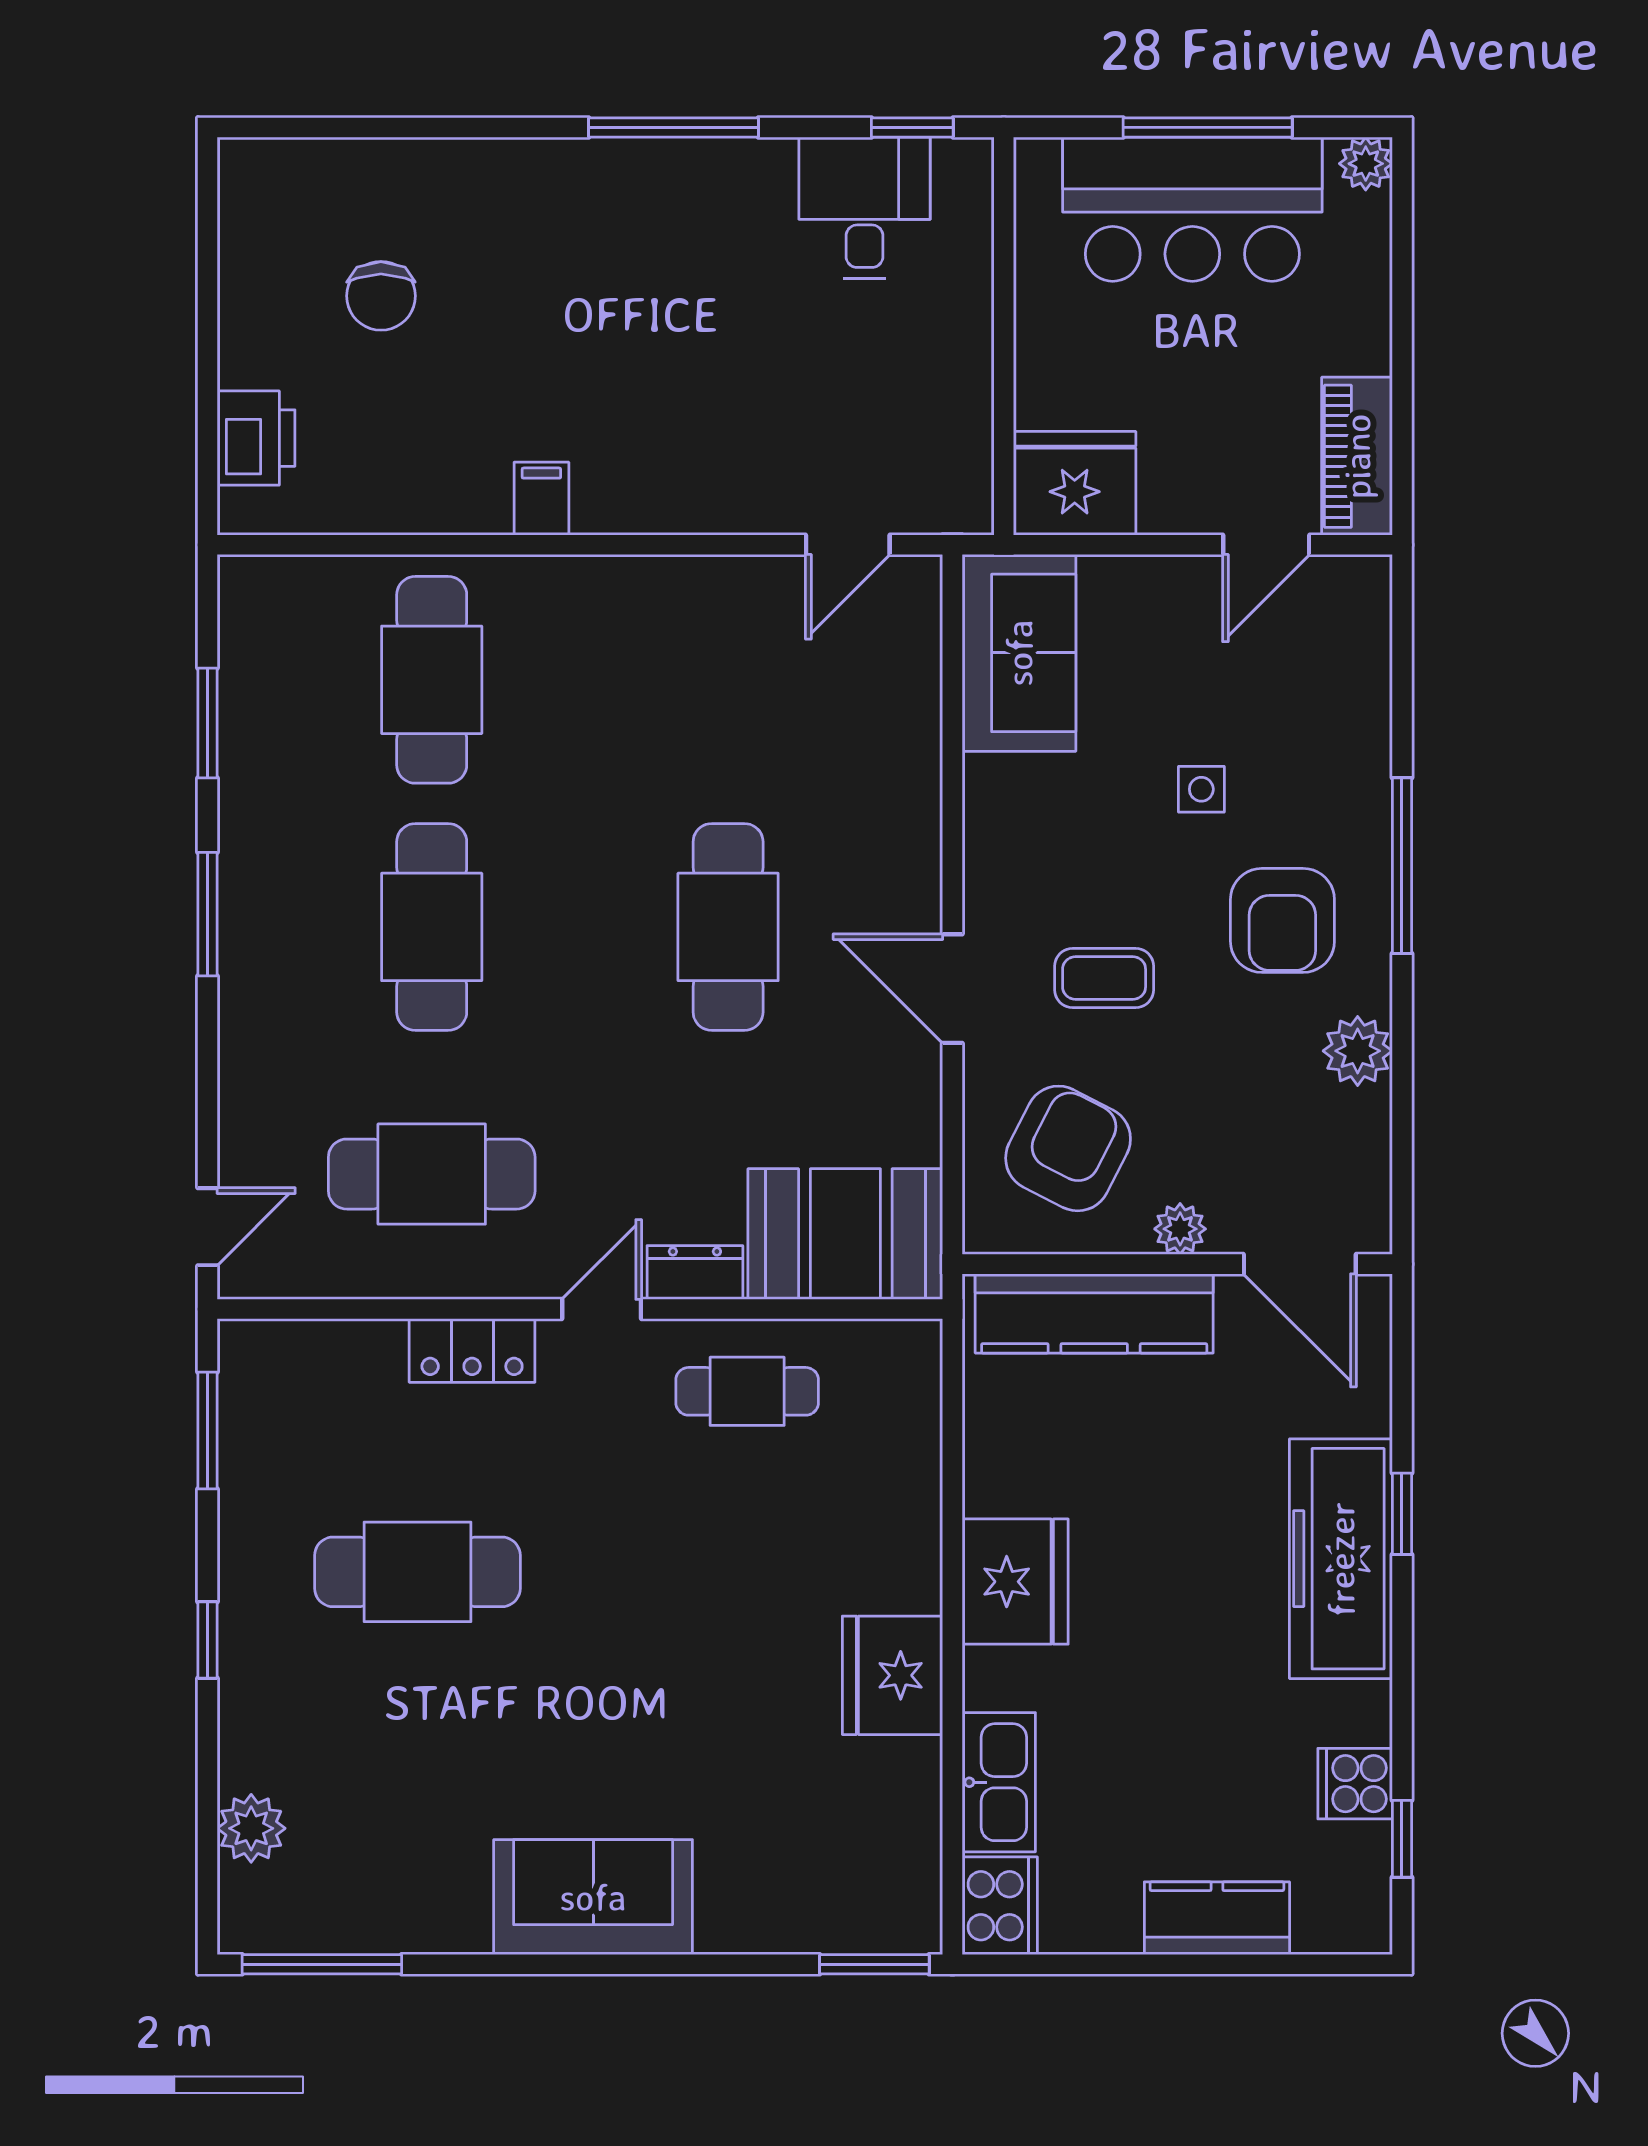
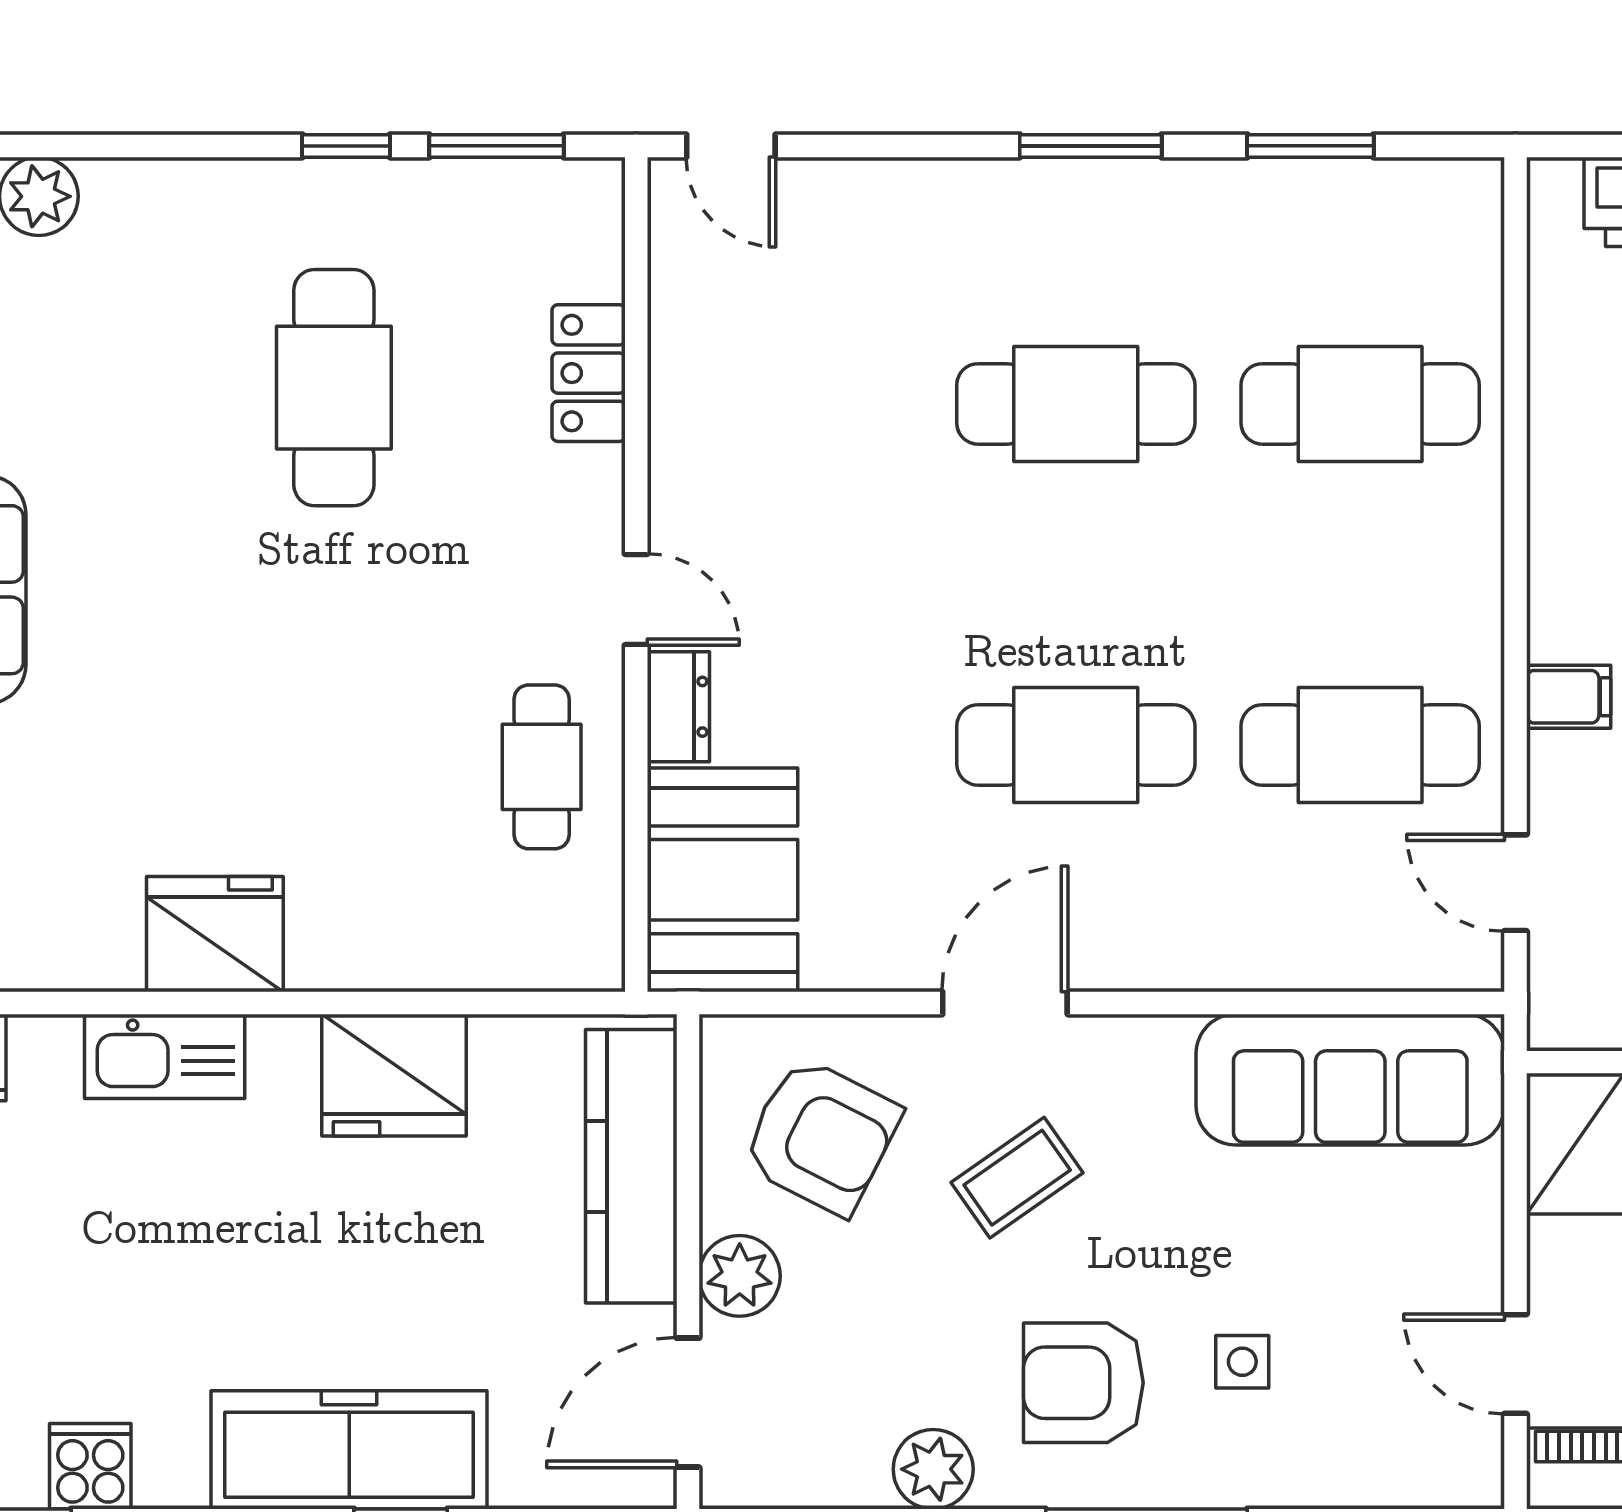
filing cabinet: (541, 499) -> (1569, 697), moved
sofa: (1019, 653) -> (1350, 1080), width x1.36
side table: (1201, 789) -> (1242, 1362), moved
coffee table: (1104, 978) -> (1017, 1178), turned 55
cafe table: (432, 1174) -> (1360, 745), moved, turned 90
plant: (1180, 1229) -> (740, 1276), width x1.38, depth x1.38
locker: (472, 1350) -> (589, 373), moved
fridge: (1015, 1582) -> (394, 1075), moved
window: (207, 1640) -> (346, 146), moved
kitchen sink: (999, 1782) -> (165, 1056), moved

